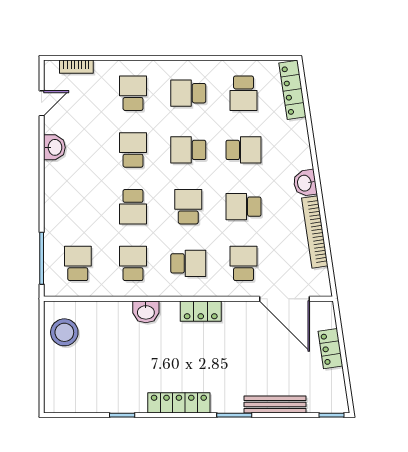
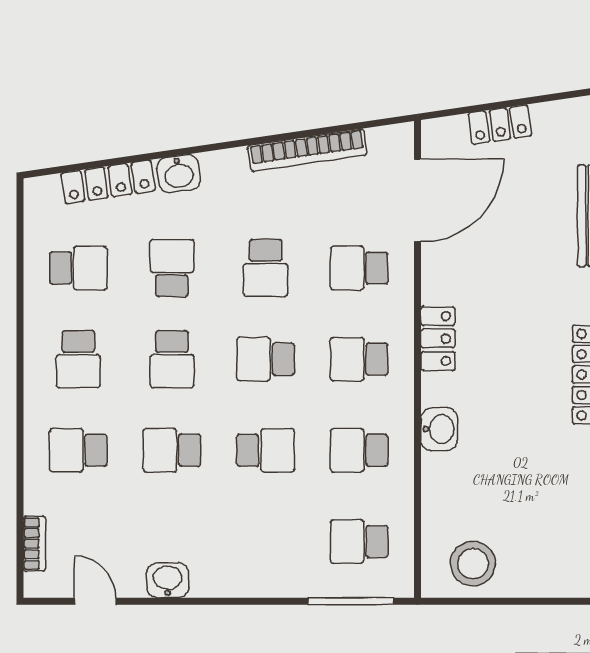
locker: (293, 90) -> (108, 182), moved
washbasin: (305, 183) -> (179, 174), moved
school desk: (188, 263) -> (359, 359), turned -90

